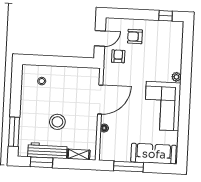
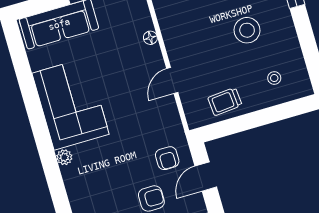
trolley: (74, 77) -> (225, 102), added
door: (100, 99) -> (172, 80), width x0.53
stool: (57, 122) -> (247, 30), moved

